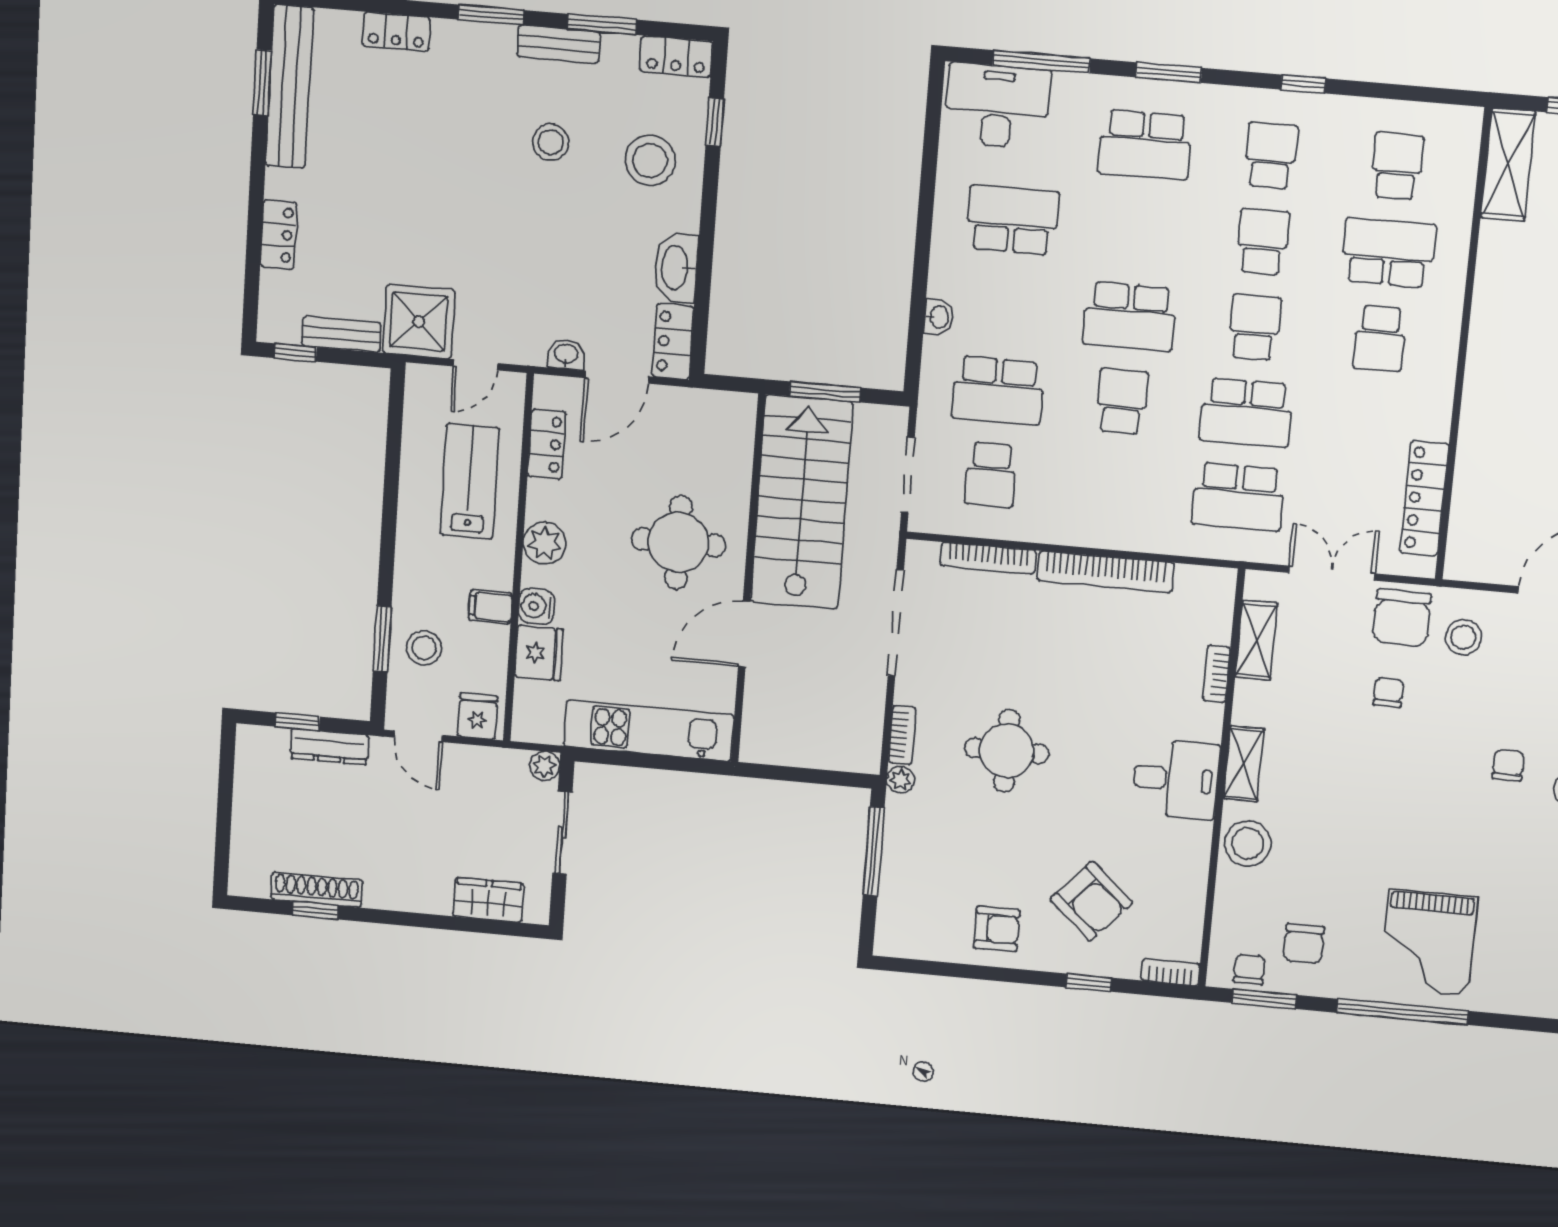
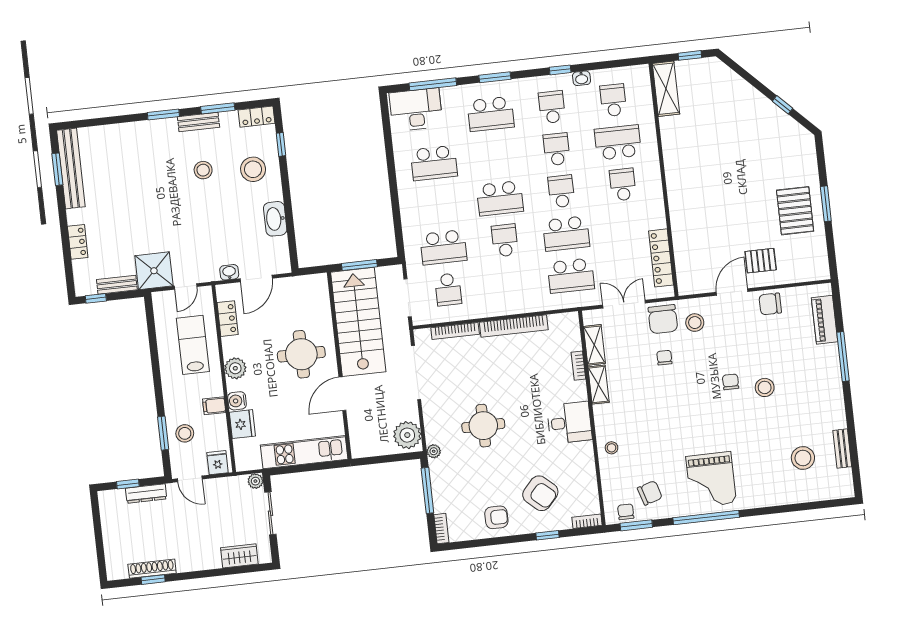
locker: (396, 32) -> (119, 132), removed
school desk: (1012, 220) -> (434, 163), turned 180
washbasin: (939, 317) -> (582, 78), moved, turned 90
school desk: (1380, 338) -> (623, 184), turned 180
locker: (673, 342) -> (280, 255), removed
bookcase: (902, 735) -> (441, 529), moved
plant: (855, 739) -> (407, 435), added
shelving: (1244, 764) -> (599, 385), moved
stool: (1248, 844) -> (612, 448), width x0.53, depth x0.53
chair: (1304, 944) -> (650, 493), turned -107

